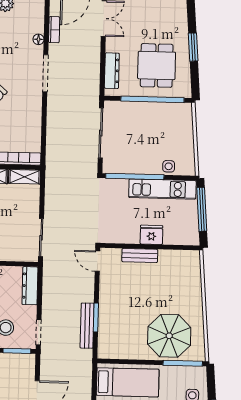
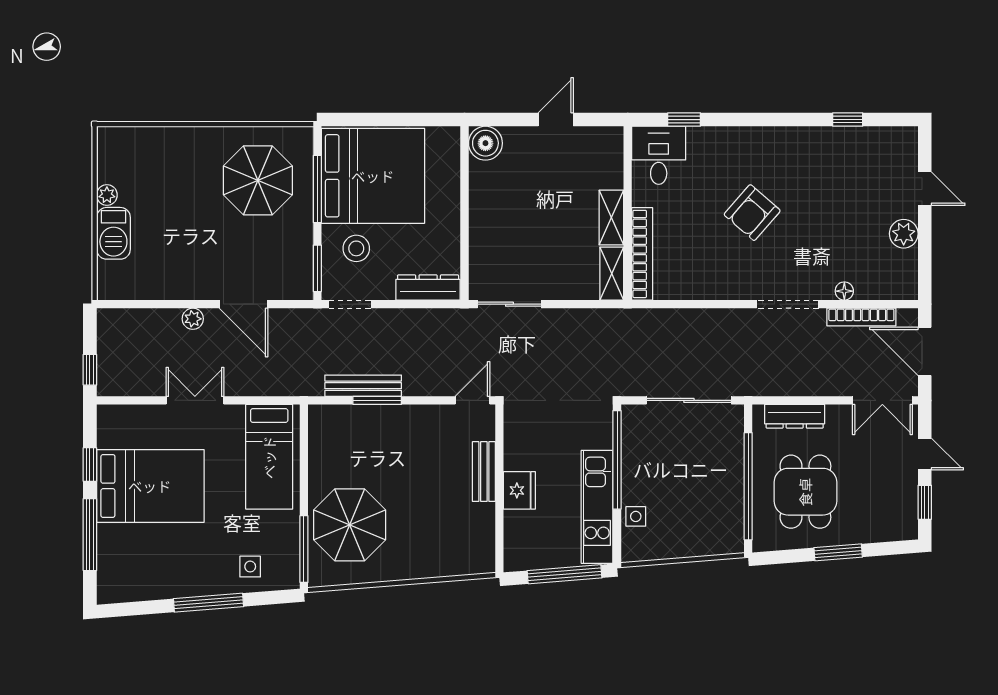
bookcase: (54, 30) -> (861, 317), width x1.56
dining table: (157, 65) -> (805, 492), turned 90

